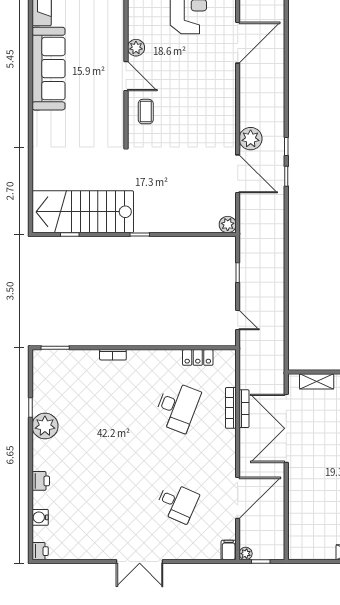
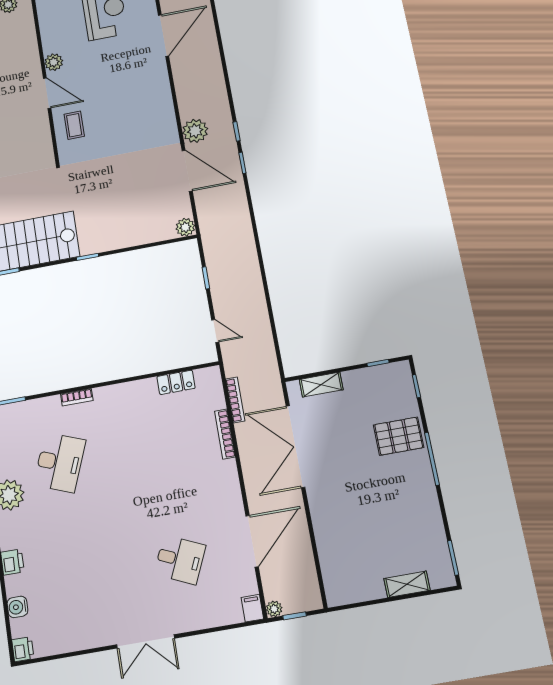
desk: (177, 407) -> (60, 463), moved
bookcase: (244, 409) -> (235, 400), moved

